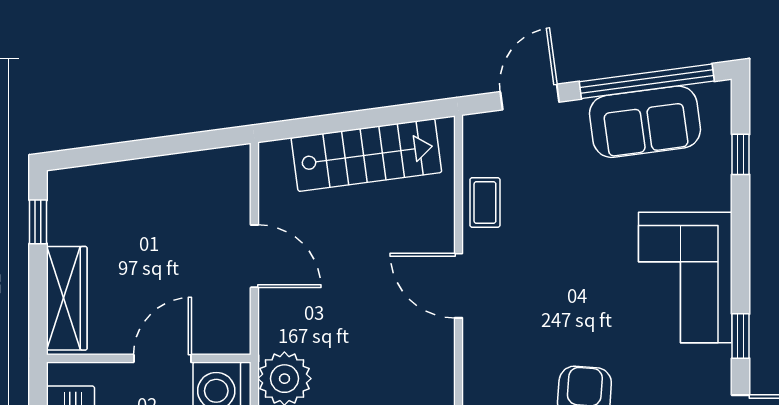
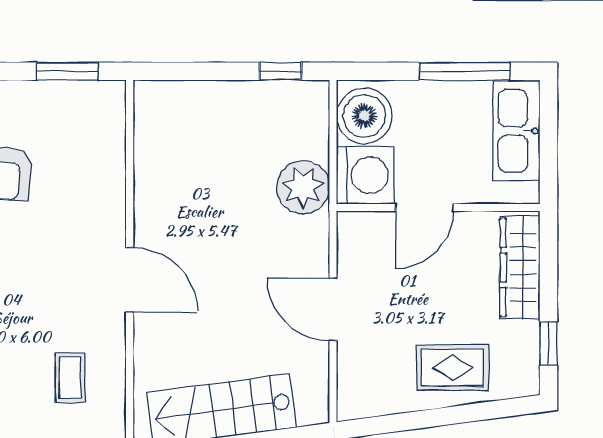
rug: (134, 198) -> (453, 368), added
coffee table: (485, 202) -> (70, 377), moved

